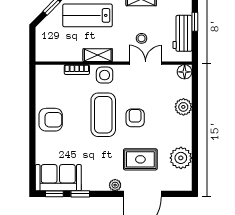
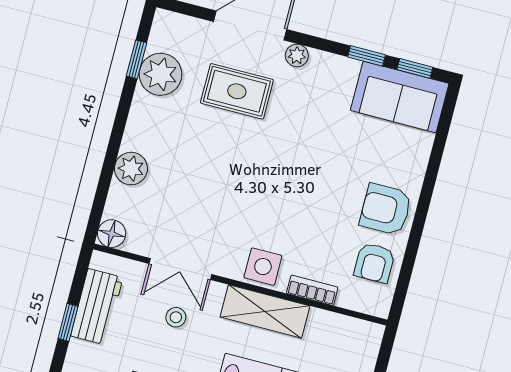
shelving: (98, 55) -> (265, 311), width x1.50, depth x1.33
coffee table: (103, 115) -> (285, 193), removed
armchair: (135, 118) -> (374, 263), moved
window: (195, 162) -> (136, 59), added

